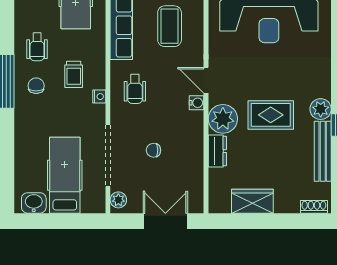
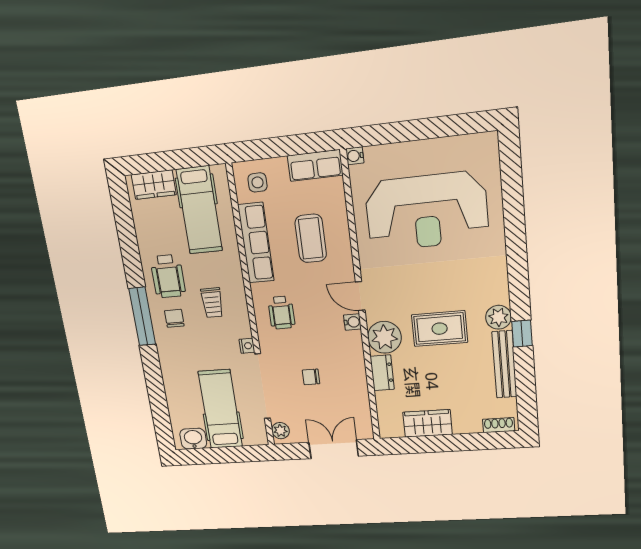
wheelchair: (37, 47) -> (168, 276), width x1.36, depth x1.37
nightstand: (99, 97) -> (247, 346), moved

